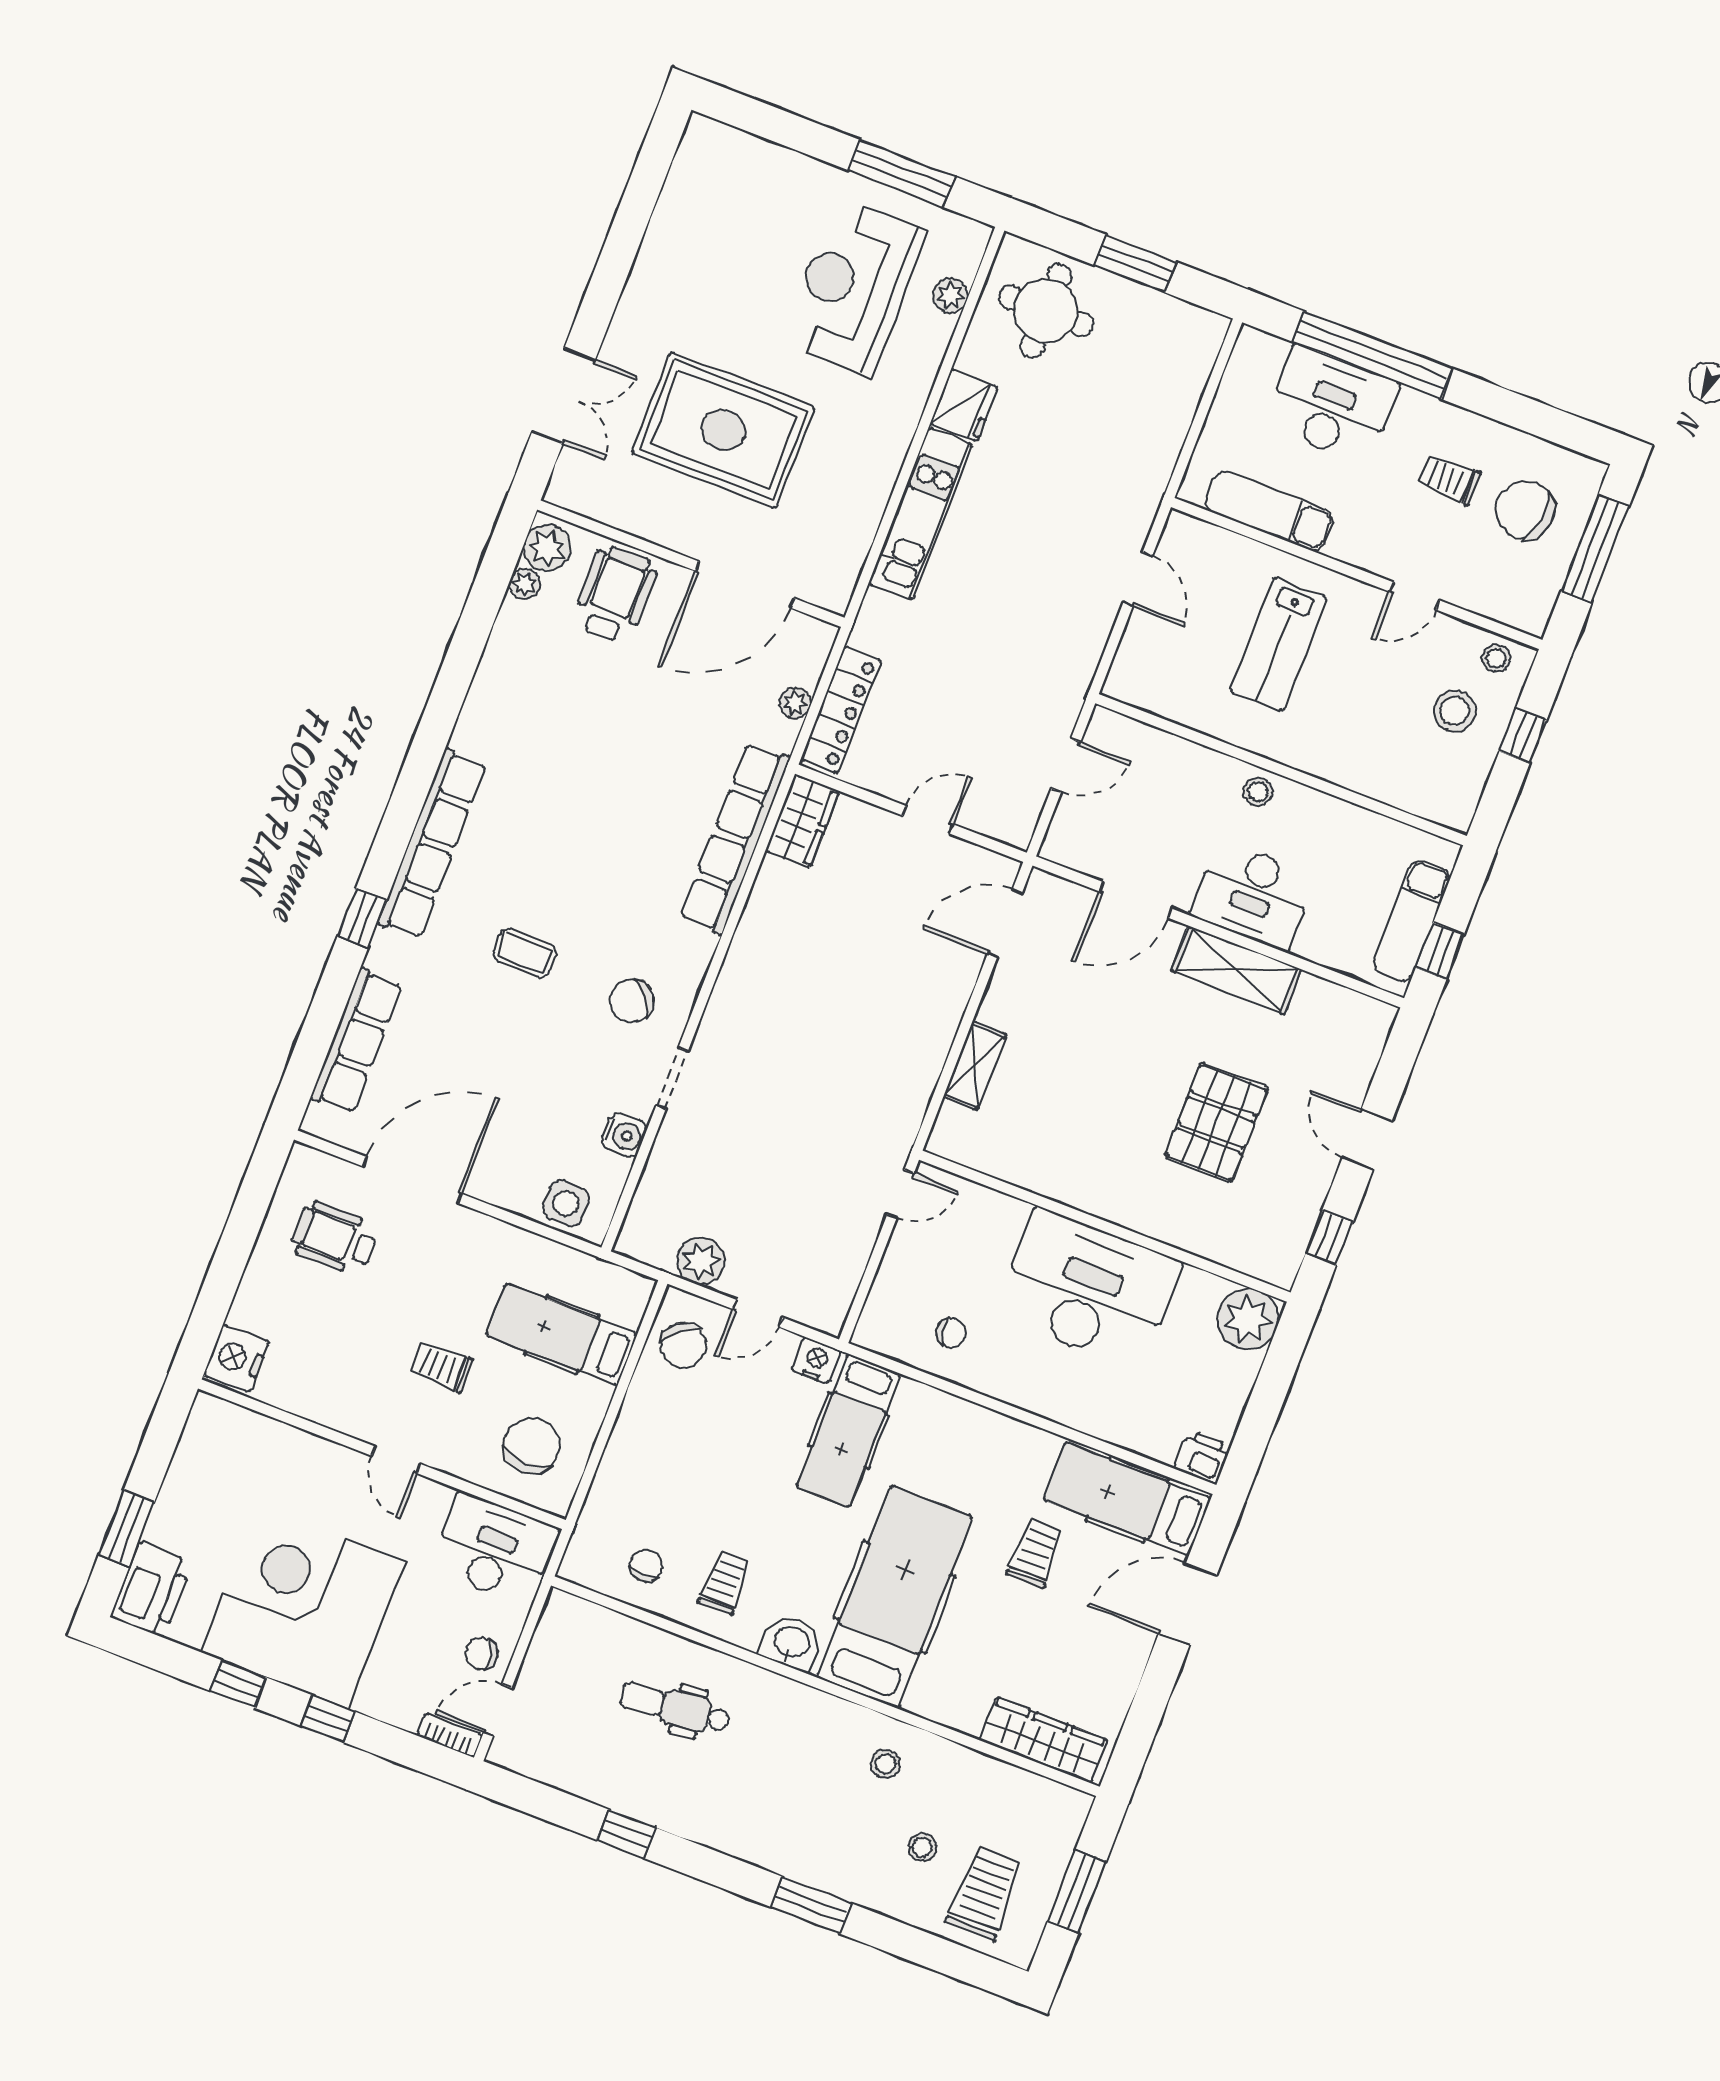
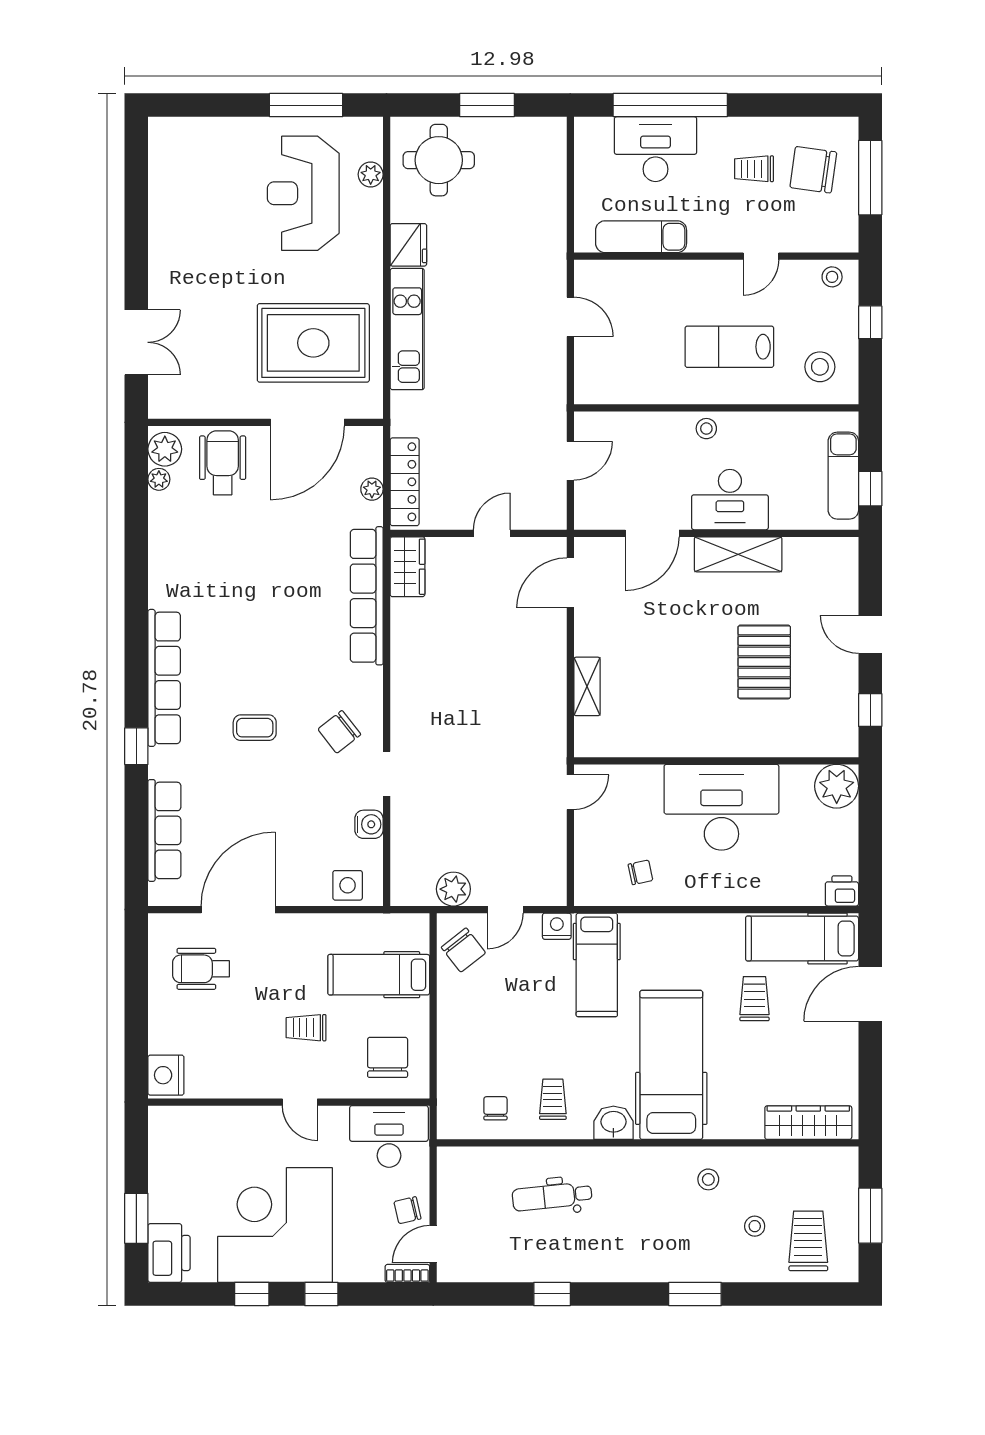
rug: (723, 430) -> (313, 343), moved
lab bench: (1278, 644) -> (729, 347), moved, turned 90
stool: (1455, 711) -> (820, 367), moved

